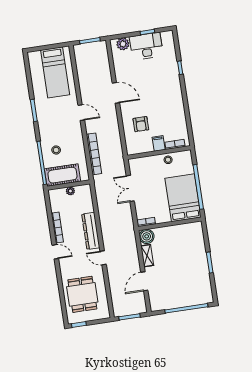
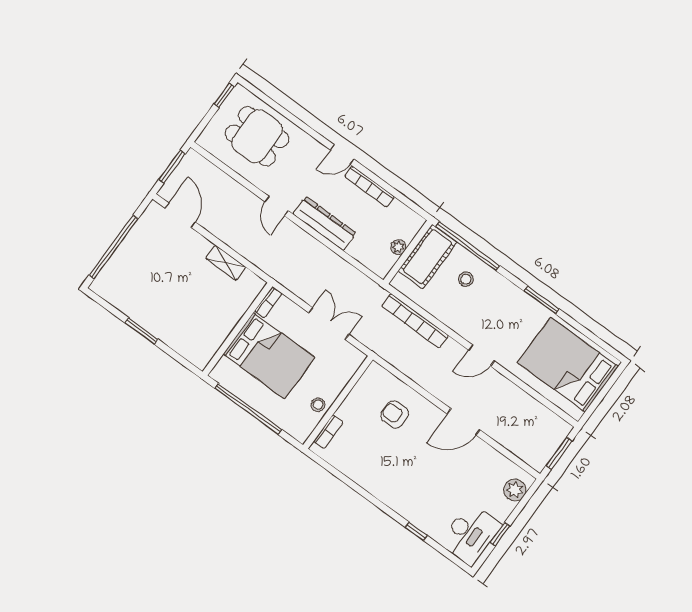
desk: (146, 46) -> (470, 534), moved
bed: (55, 72) -> (568, 365), width x1.50
filing cabinet: (159, 143) -> (349, 413), removed
bed: (183, 198) -> (269, 356), moved
boiler: (147, 236) -> (250, 285), removed
door: (103, 258) -> (277, 206), swing flipped
door: (144, 281) -> (180, 215), moved

